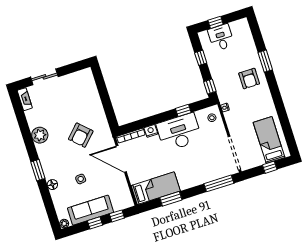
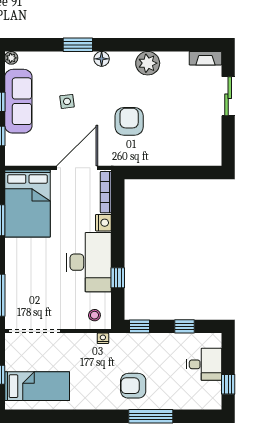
window: (216, 22) -> (228, 384), moved
window: (265, 61) -> (151, 416), width x1.44
armchair: (81, 135) -> (129, 121), turned 46
window: (38, 170) -> (78, 45), moved
floor lamp: (52, 185) -> (102, 59), moved
bed: (156, 188) -> (27, 204), width x1.50

